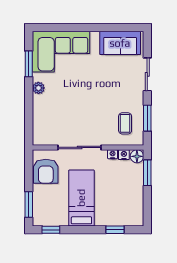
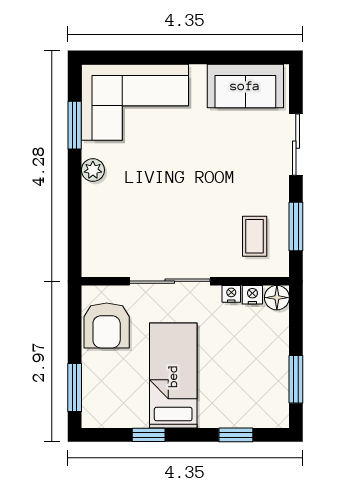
window: (147, 173) -> (296, 379), moved
window: (51, 230) -> (149, 435), moved

